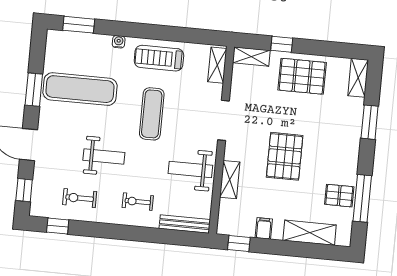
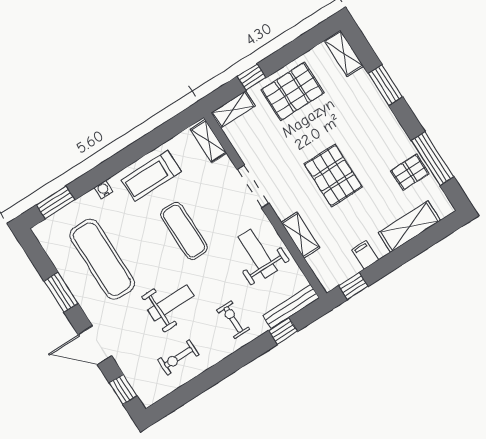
exercise mat: (80, 89) -> (102, 259), turned 90
weight bench: (190, 169) -> (258, 254), turned 90
exercise bike: (138, 202) -> (233, 320), turned 90
window: (58, 226) -> (283, 331), moved

